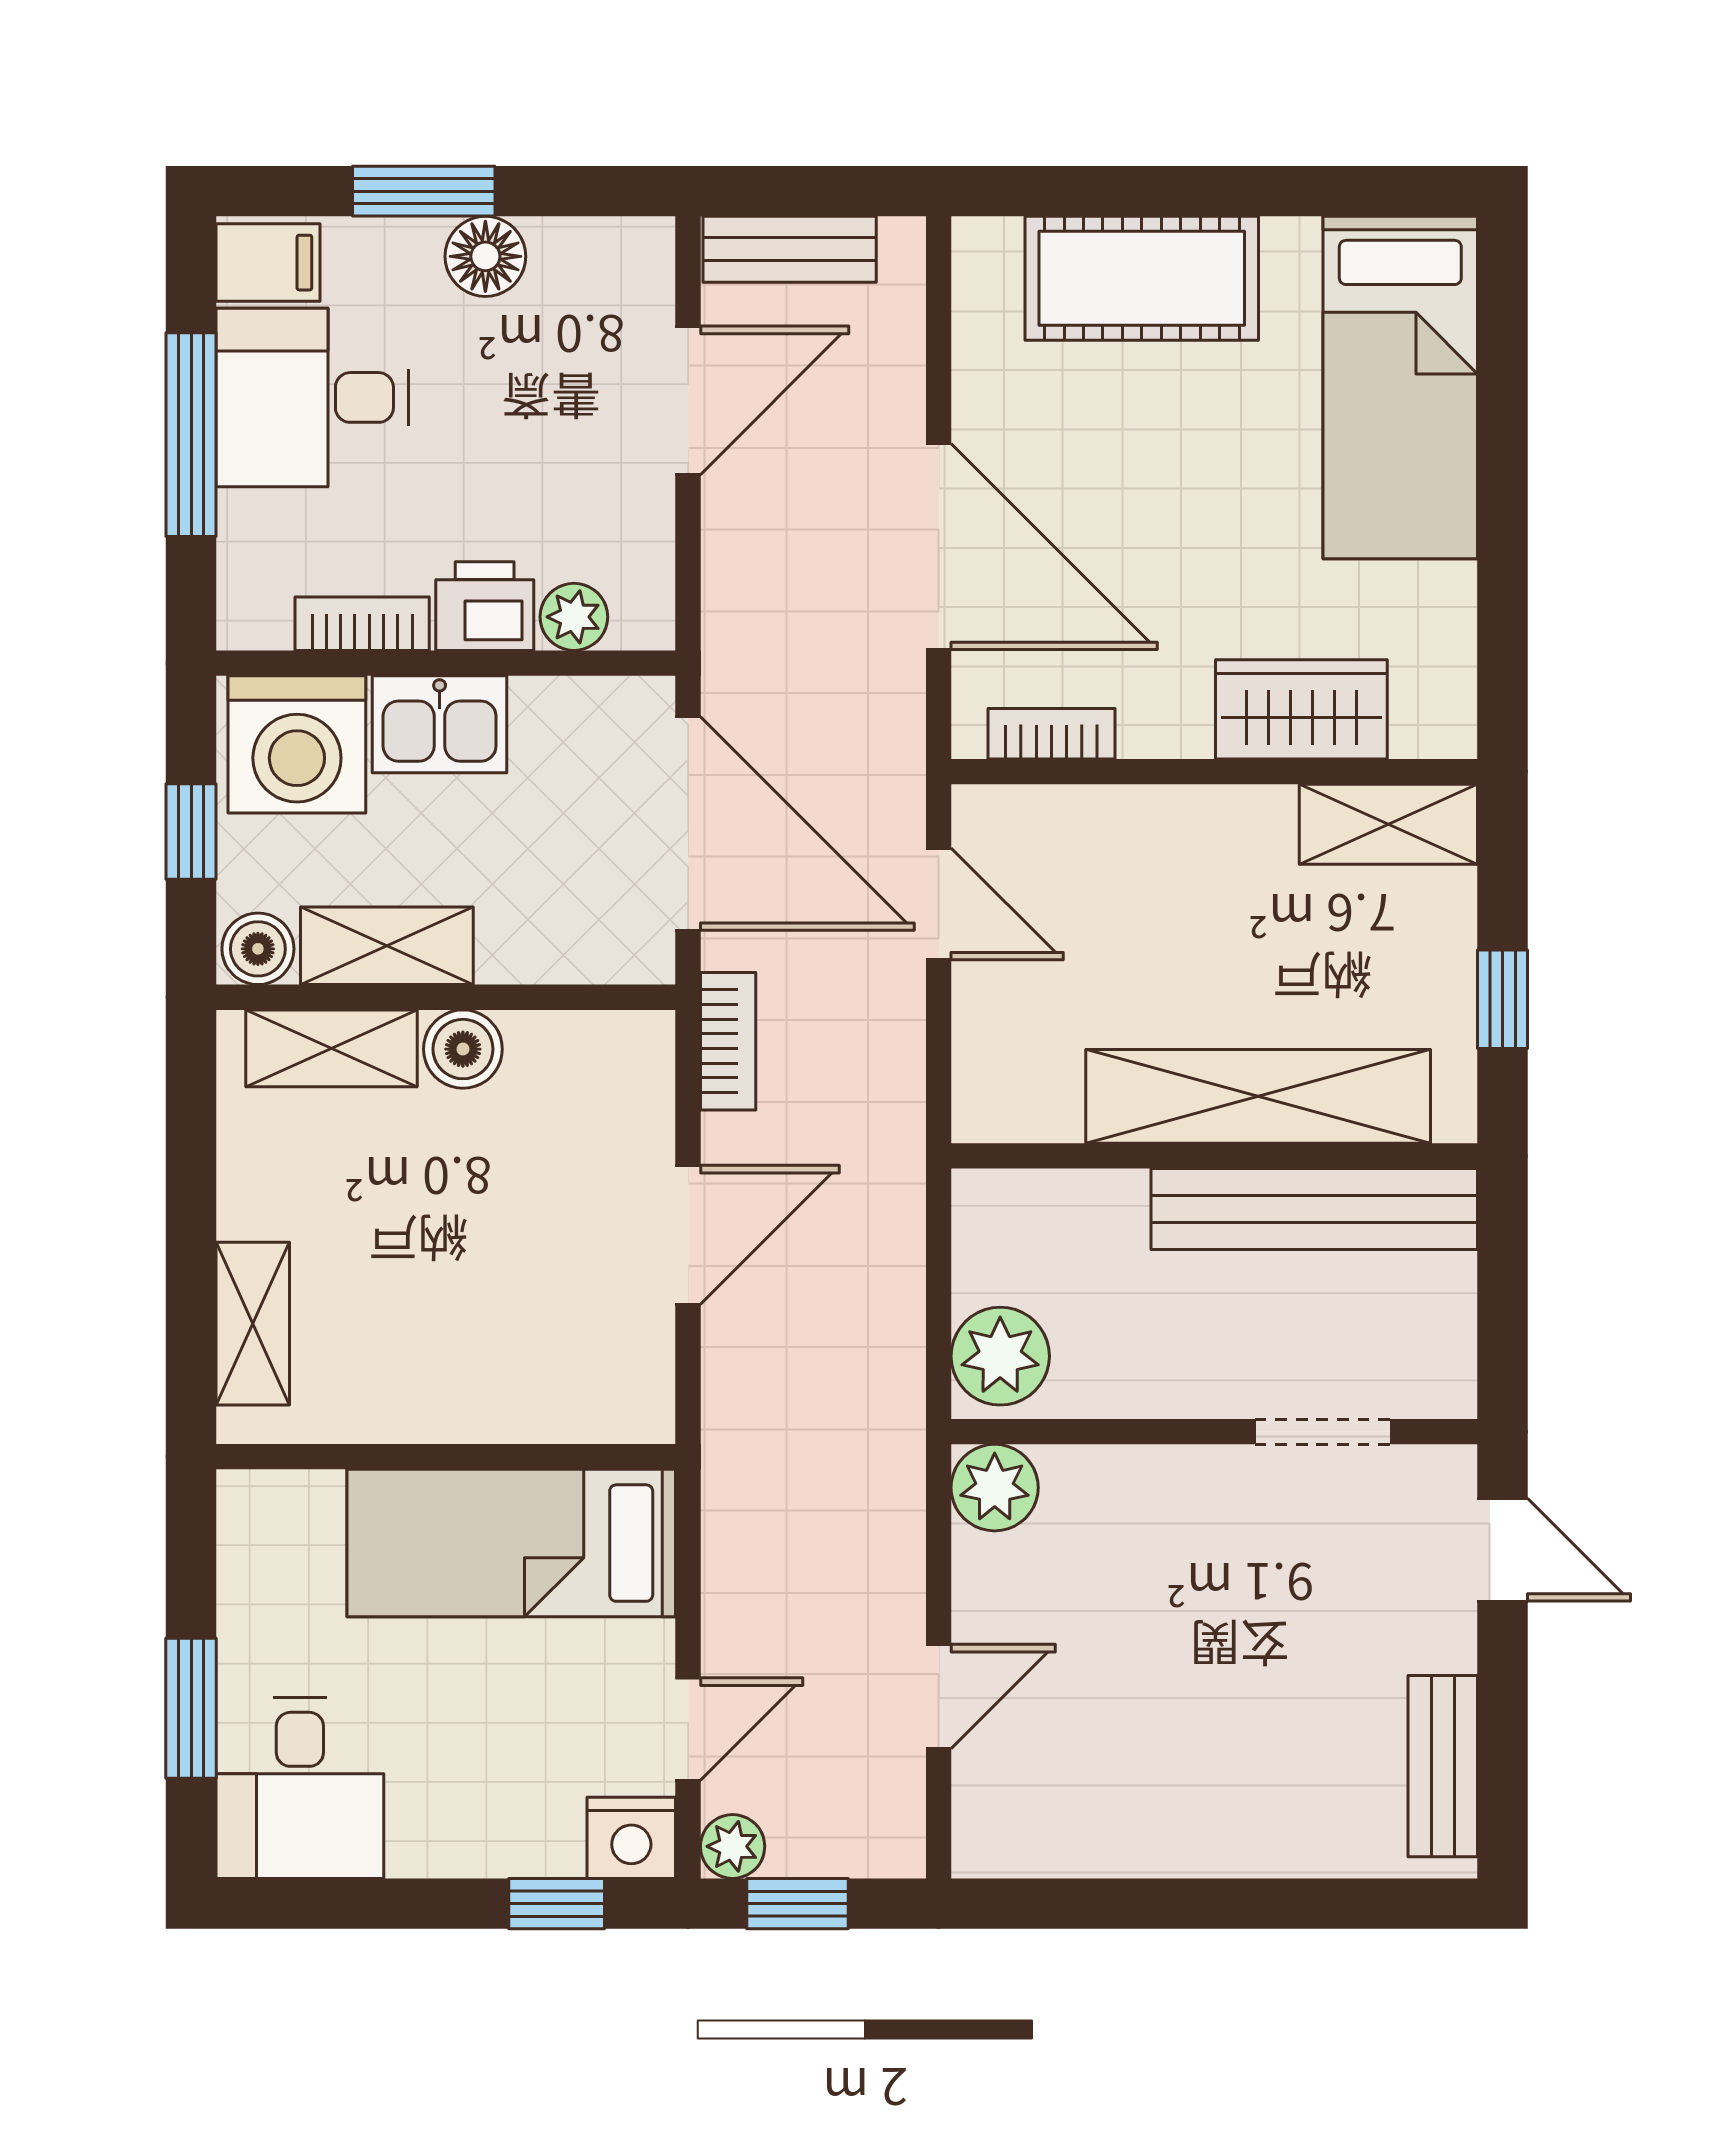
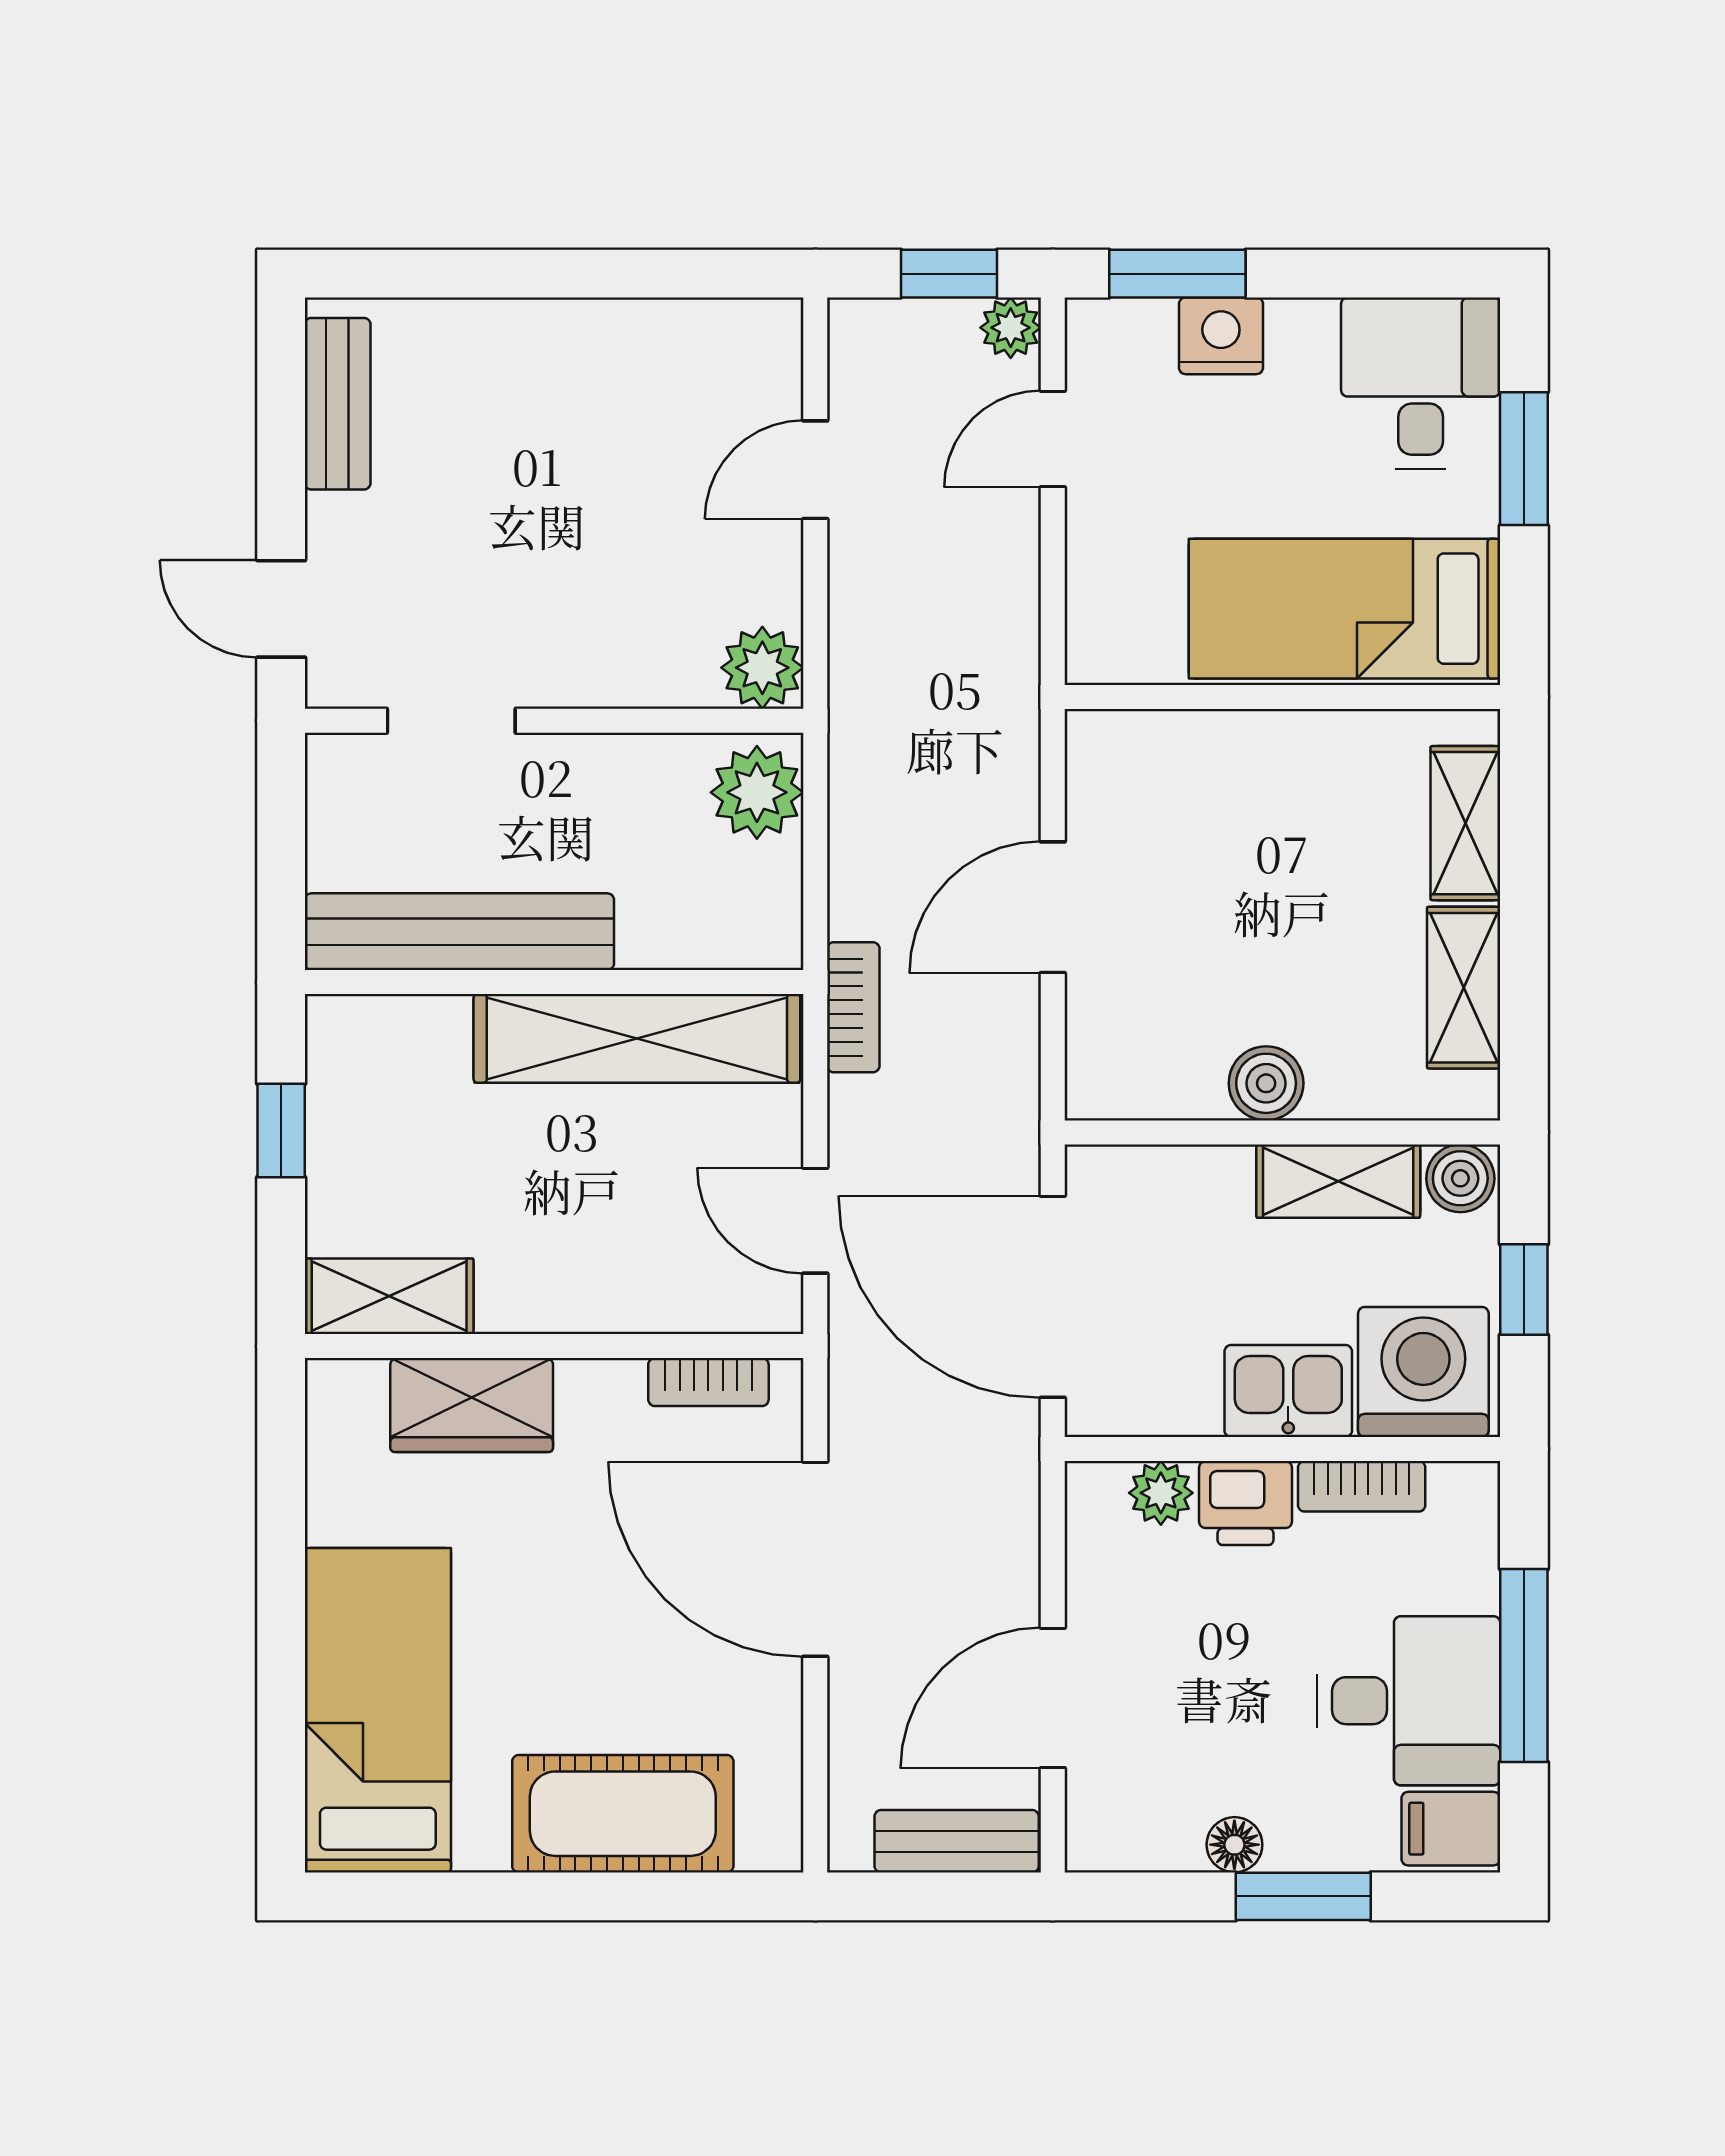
floor lamp: (485, 256) -> (1234, 1845), width x0.73, depth x0.73
bookcase: (728, 1041) -> (853, 1007), moved, turned 180
shelving: (331, 1048) -> (1464, 988), moved, turned 90
shelving: (1258, 1096) -> (637, 1038), moved
bed: (511, 1543) -> (1345, 609), moved, turned 180
nightstand: (631, 1838) -> (1221, 336), moved
window: (557, 1904) -> (1177, 274), width x1.50

